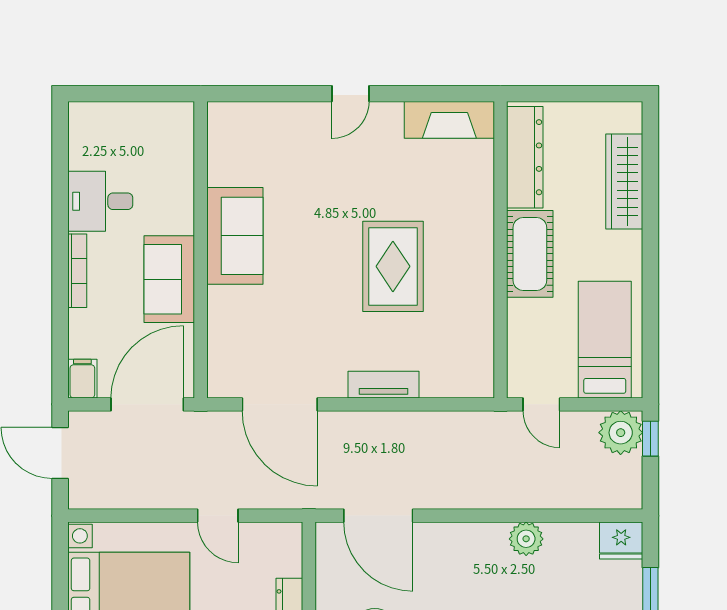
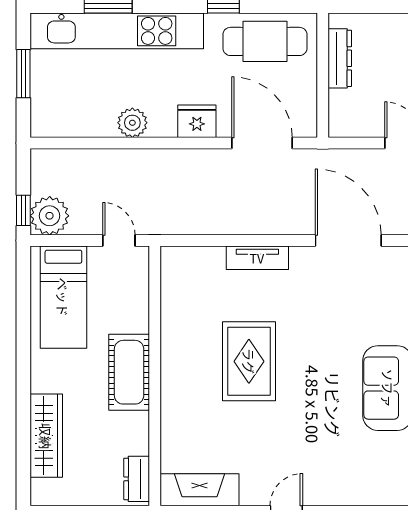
dresser: (525, 157) -> (137, 479), width x0.51, depth x0.80
fridge: (621, 540) -> (197, 121), moved

